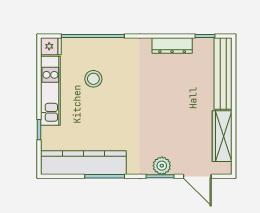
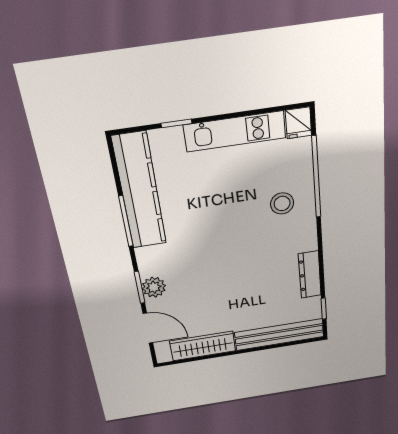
stool: (93, 79) -> (282, 203), moved
door: (197, 176) -> (148, 328), swing flipped

